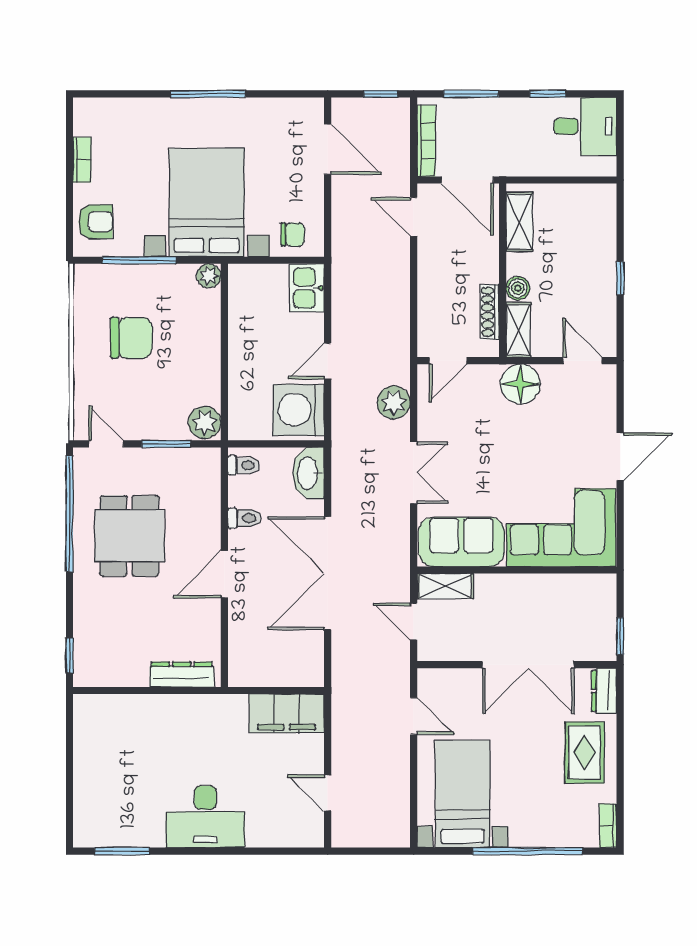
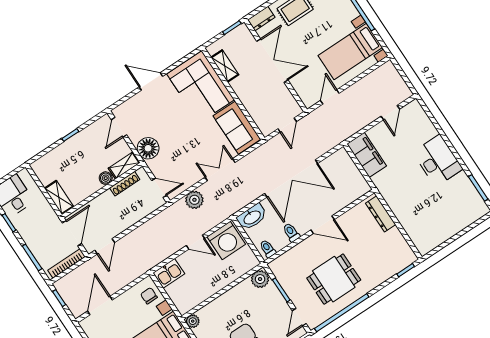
shelving: (519, 222) -> (59, 197), moved, turned 90
shelving: (445, 586) -> (225, 66), moved

